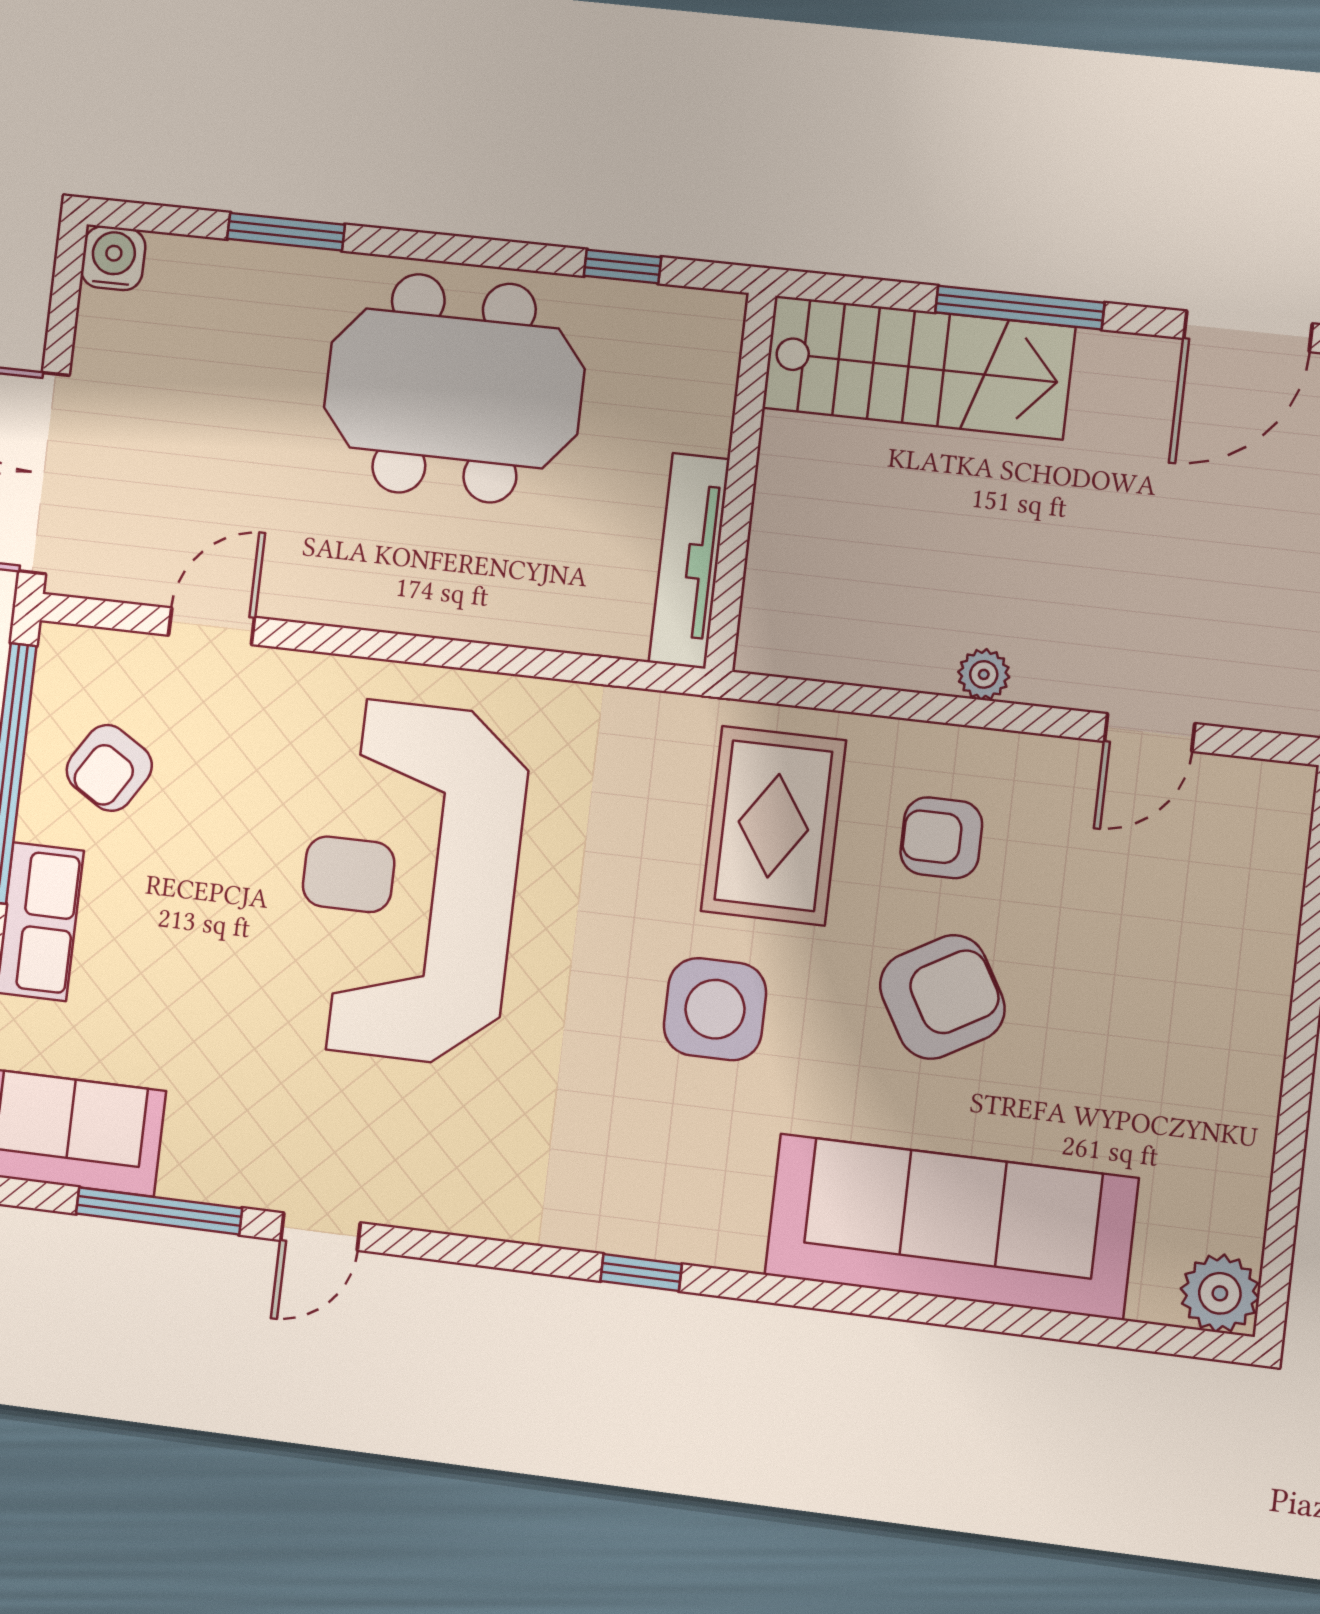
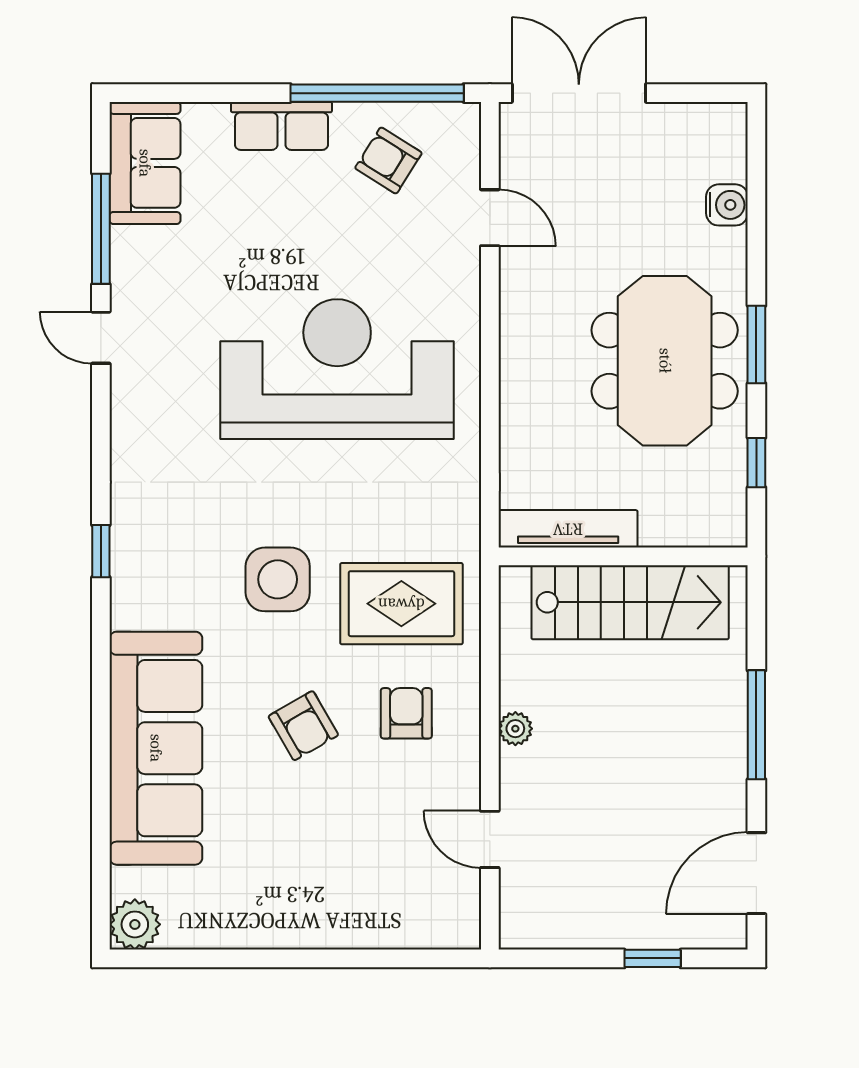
window: (286, 232) -> (756, 345), moved
water cooler: (113, 258) -> (727, 205), moved
door: (1248, 331) -> (756, 873), hinge flipped
stairs: (918, 367) -> (630, 602), moved, turned -90
armchair: (942, 997) -> (303, 726), width x0.72, depth x0.72

